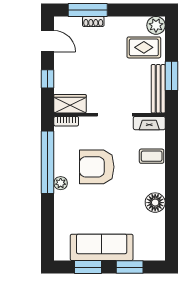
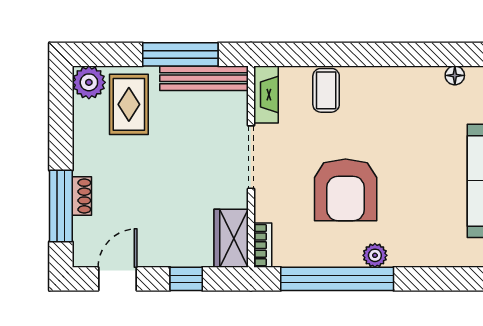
window: (171, 76) -> (180, 54), width x1.44
floor lamp: (155, 203) -> (455, 75), moved, width x0.53, depth x0.53

